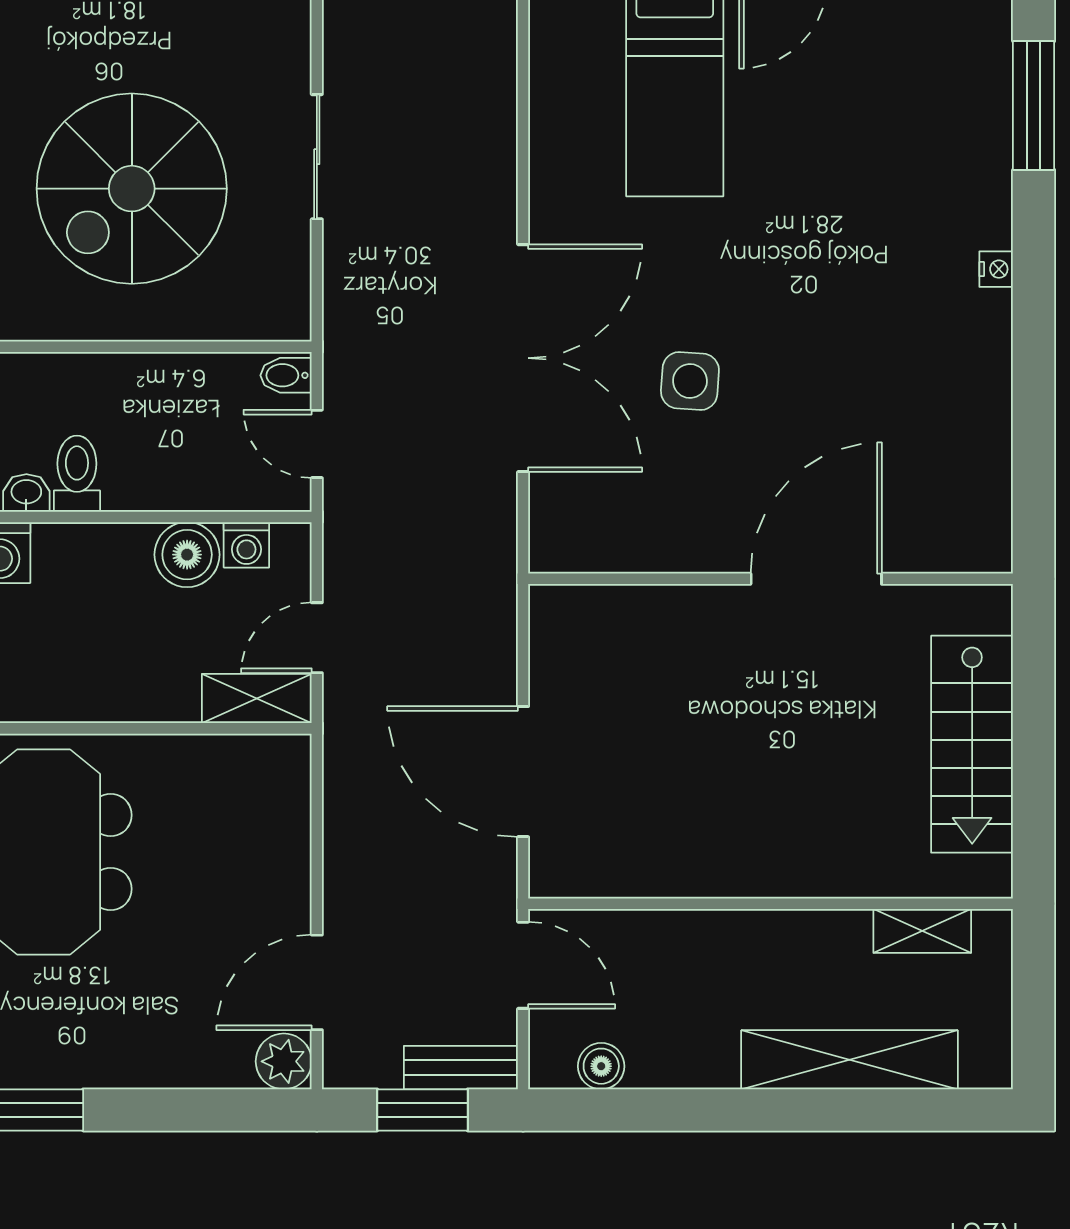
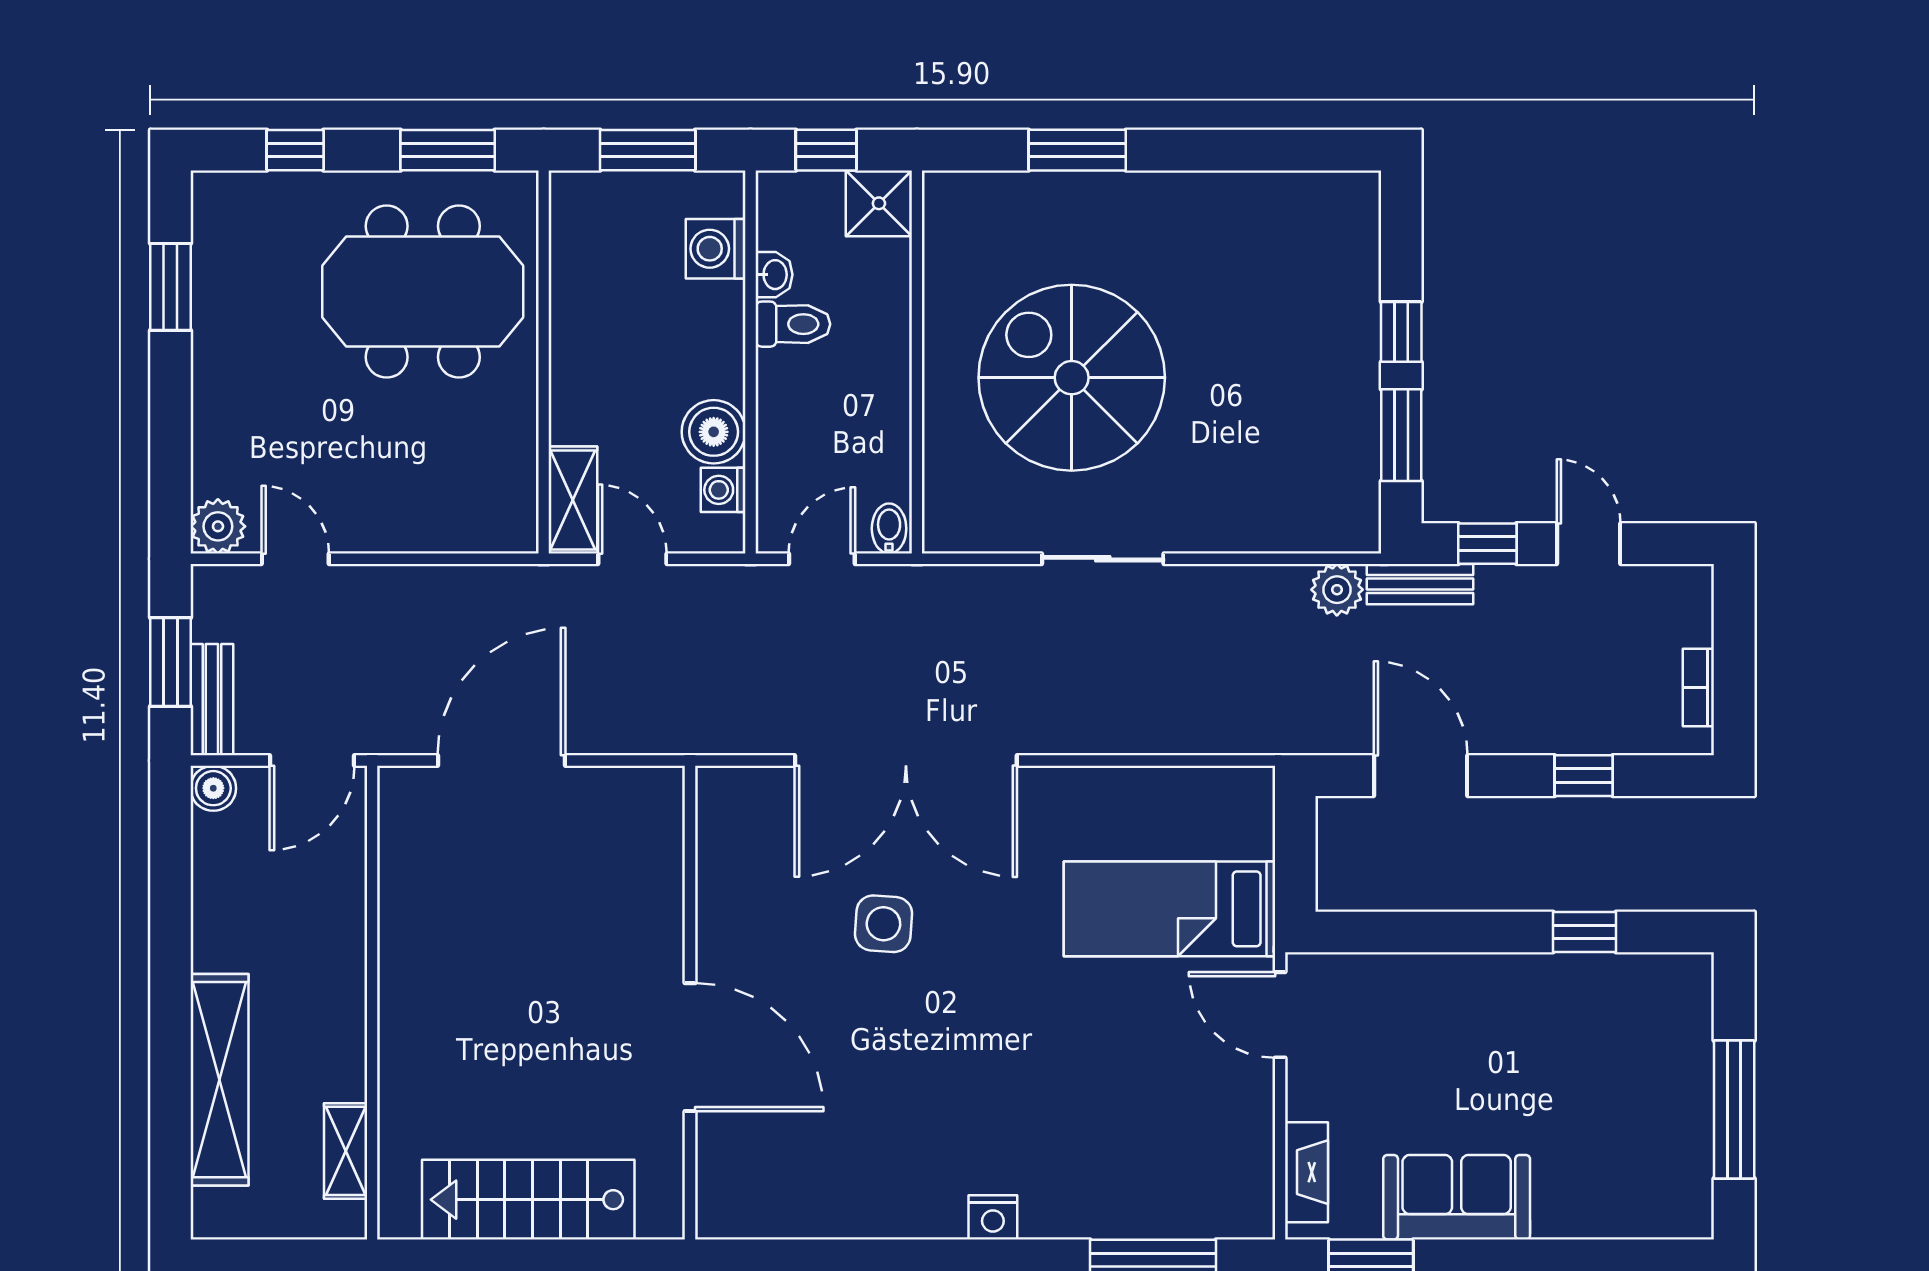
nightstand: (996, 269) -> (993, 1217), width x1.39, depth x1.35
door: (317, 982) -> (295, 559), width x0.73
boiler: (601, 1066) -> (213, 788), moved

